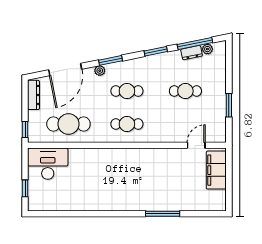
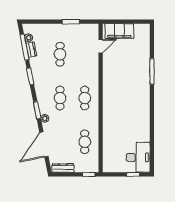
door: (65, 69) -> (44, 144), swing flipped
cafe table: (68, 124) -> (85, 142), width x0.73, depth x0.74
door: (196, 145) -> (101, 46), swing flipped
desk: (48, 164) -> (138, 157), moved, turned 180

